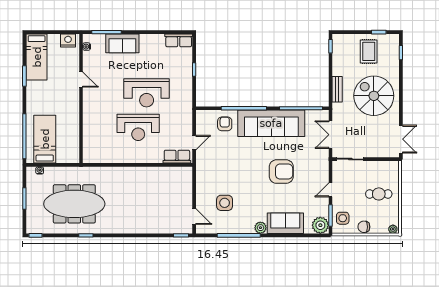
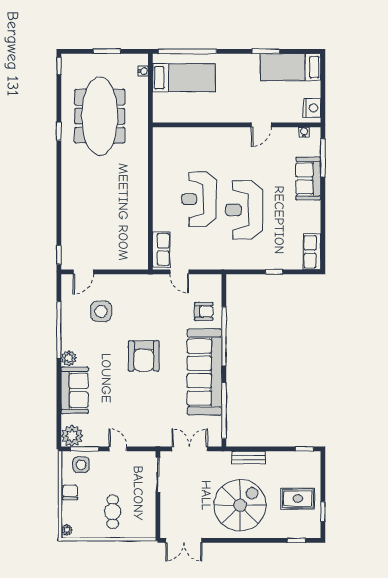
armchair: (281, 172) -> (144, 356), moved

